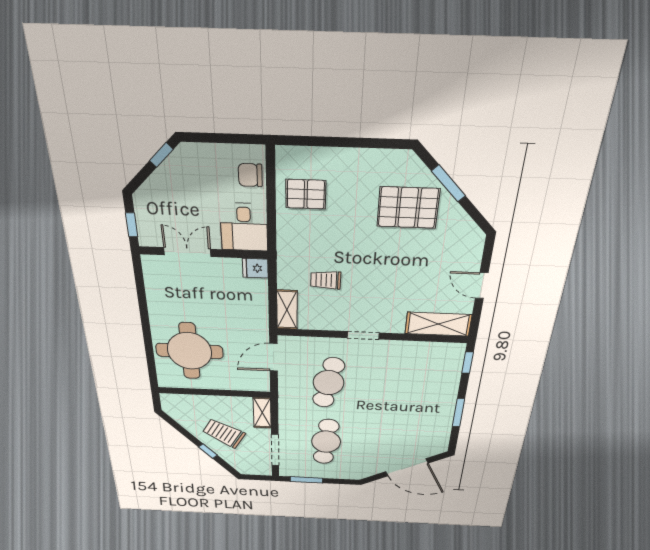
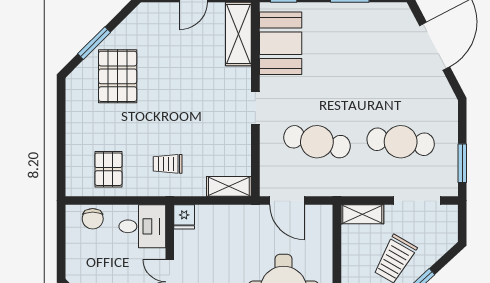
trolley: (326, 280) -> (168, 164), moved, turned 90
booth: (424, 359) -> (281, 43), added

